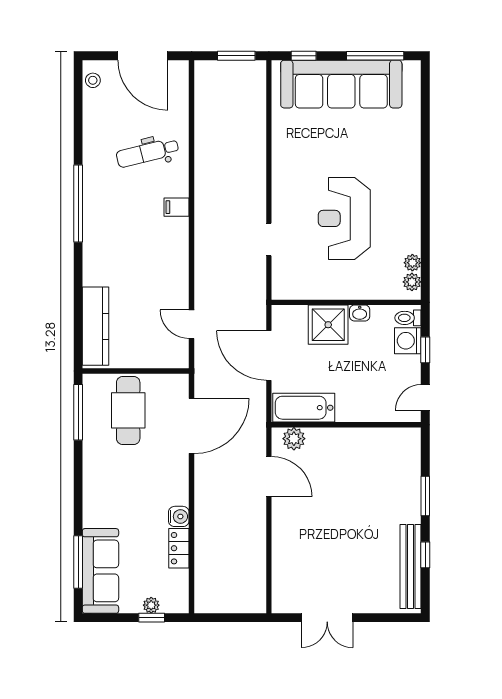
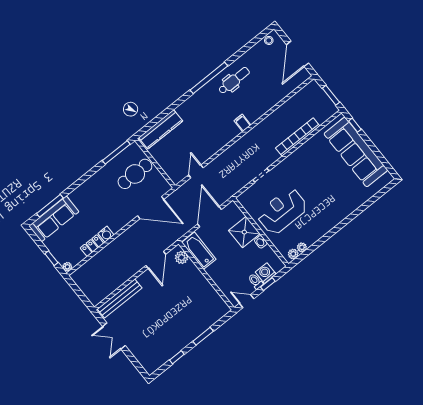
window: (375, 56) -> (380, 157), removed
bookcase: (257, 147) -> (298, 137), added
dental chair: (147, 153) -> (234, 81), moved, turned 104
reception desk: (344, 218) -> (282, 211), moved
toilet: (408, 318) -> (256, 281), moved
bench: (411, 567) -> (120, 299), moved
plant: (151, 605) -> (67, 267), moved

